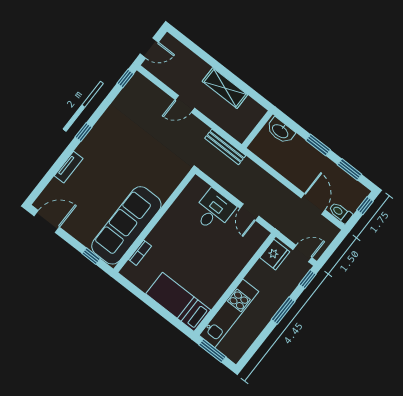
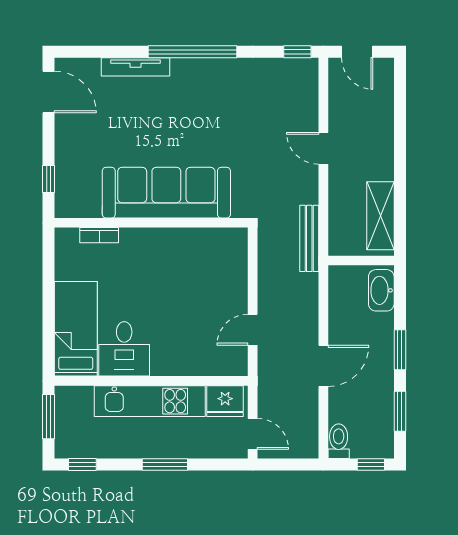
shelving: (225, 88) -> (380, 216), moved
window: (84, 132) -> (192, 52), width x3.17
tv unit: (69, 167) -> (135, 67), width x1.41
door: (313, 204) -> (323, 366), moved
desk: (214, 211) -> (124, 349), moved, turned 90
sofa: (126, 225) -> (166, 193), moved
window: (308, 279) -> (82, 465), moved
kitchen unit: (229, 313) -> (150, 401), moved

